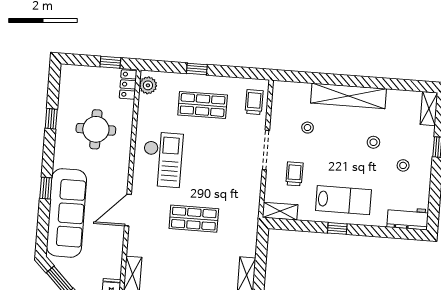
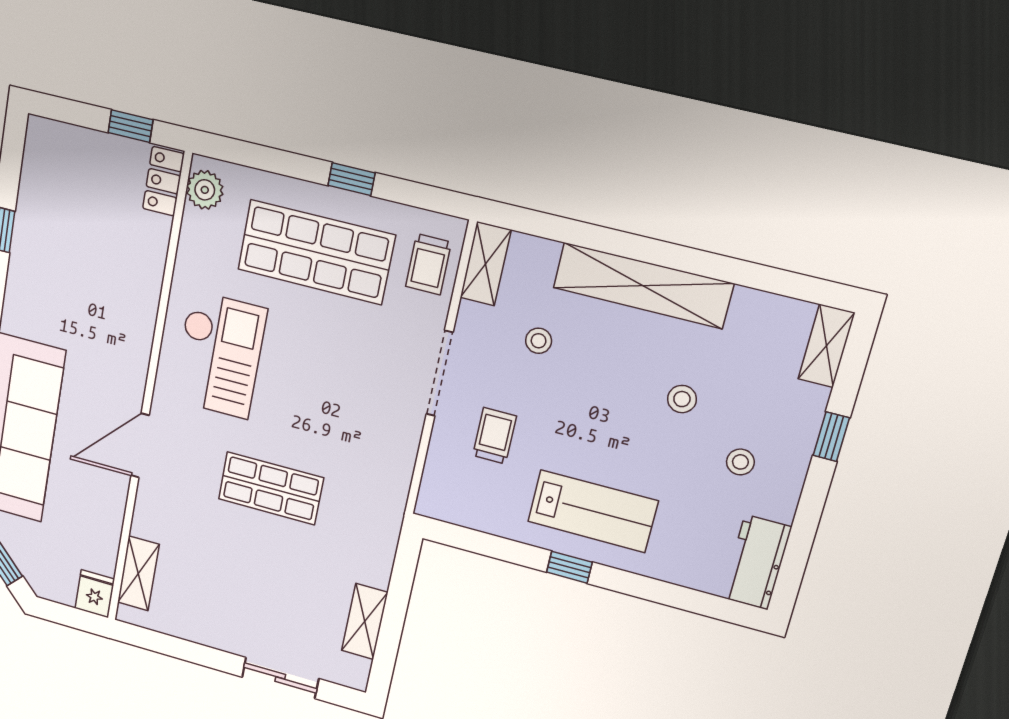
window: (197, 69) -> (352, 179), moved
trolley: (254, 102) -> (428, 264), turned 180
shop shelf: (203, 105) -> (316, 252), width x1.43, depth x1.36
round table: (96, 129) -> (90, 267), removed
shelving: (280, 211) -> (486, 264), moved, turned 90
workbench: (408, 218) -> (756, 562), moved, turned -90

